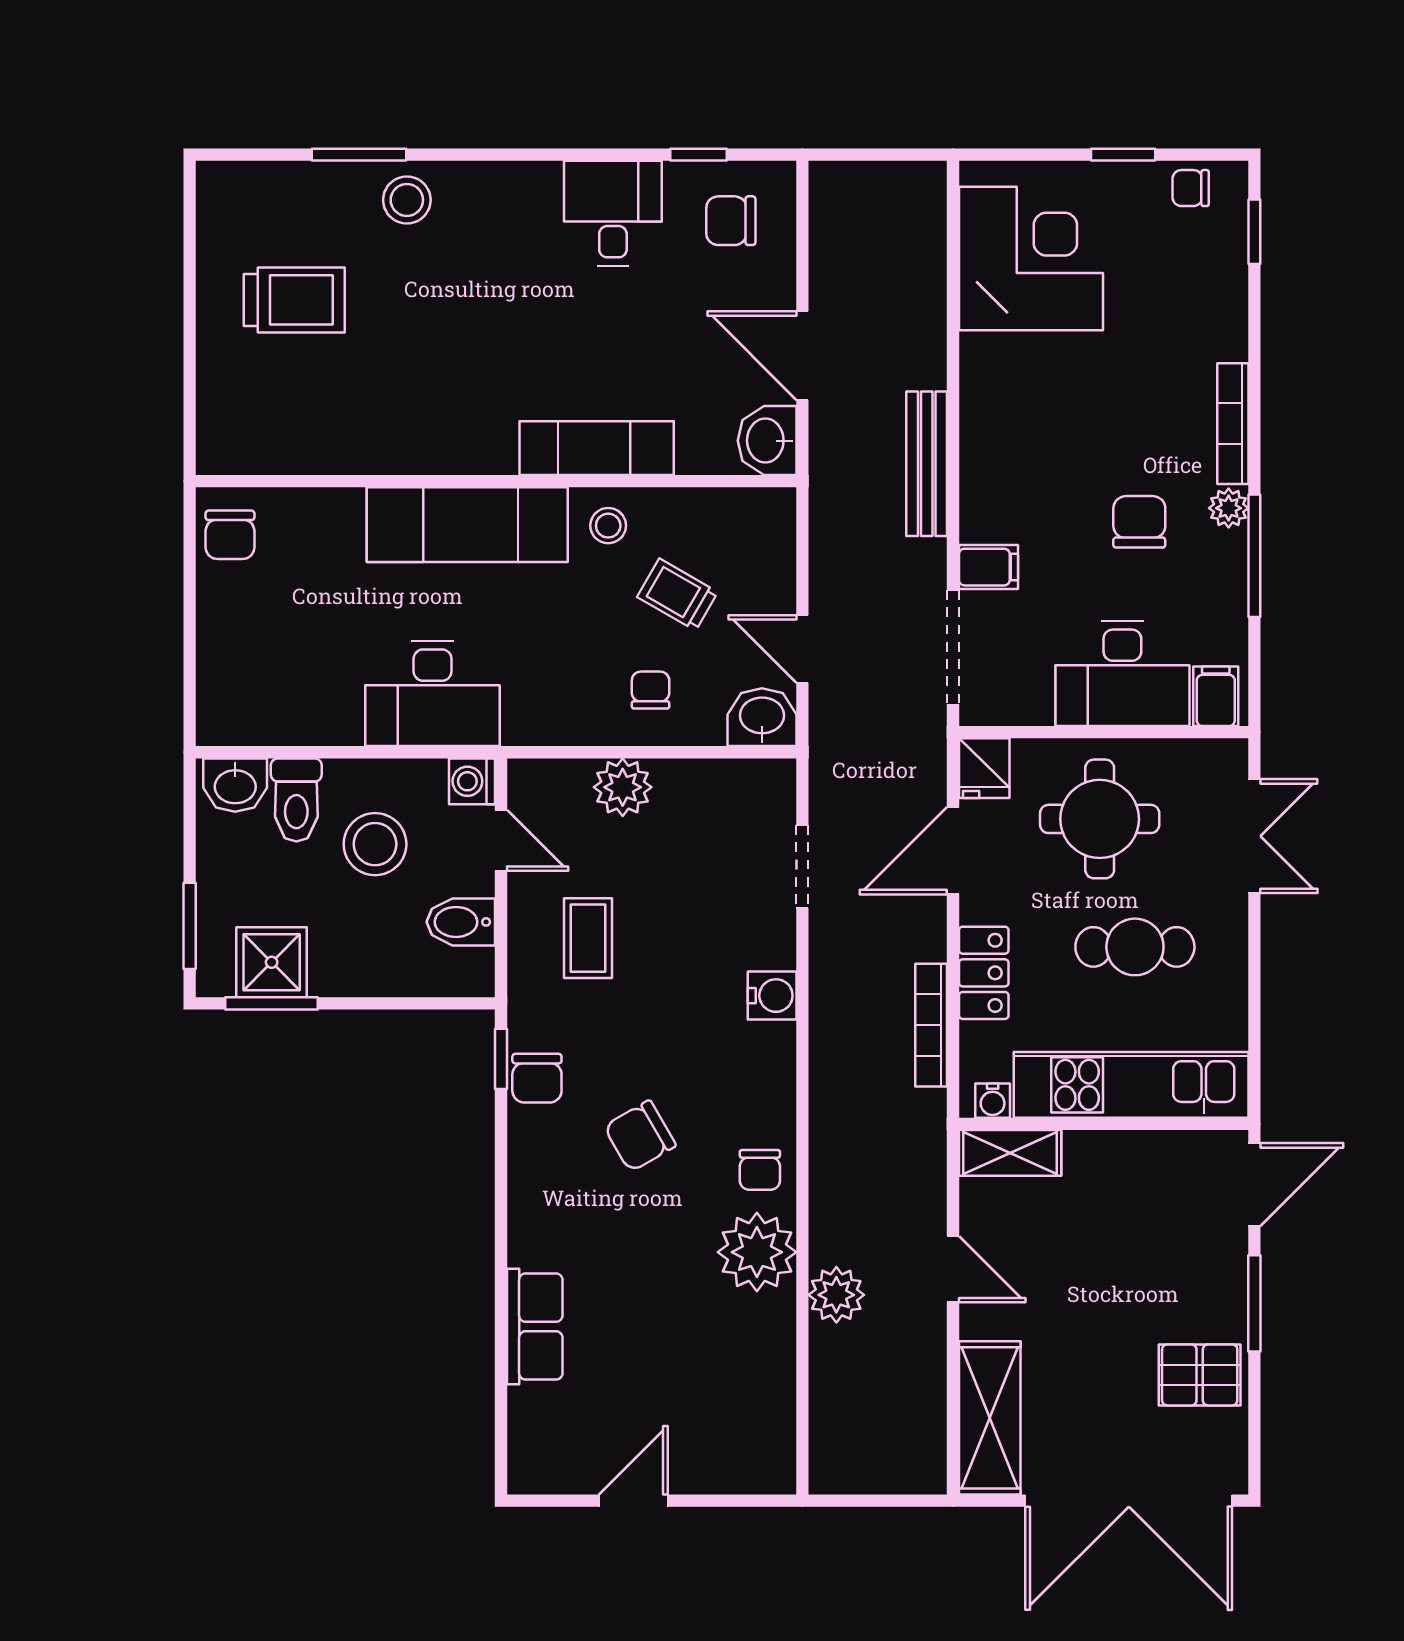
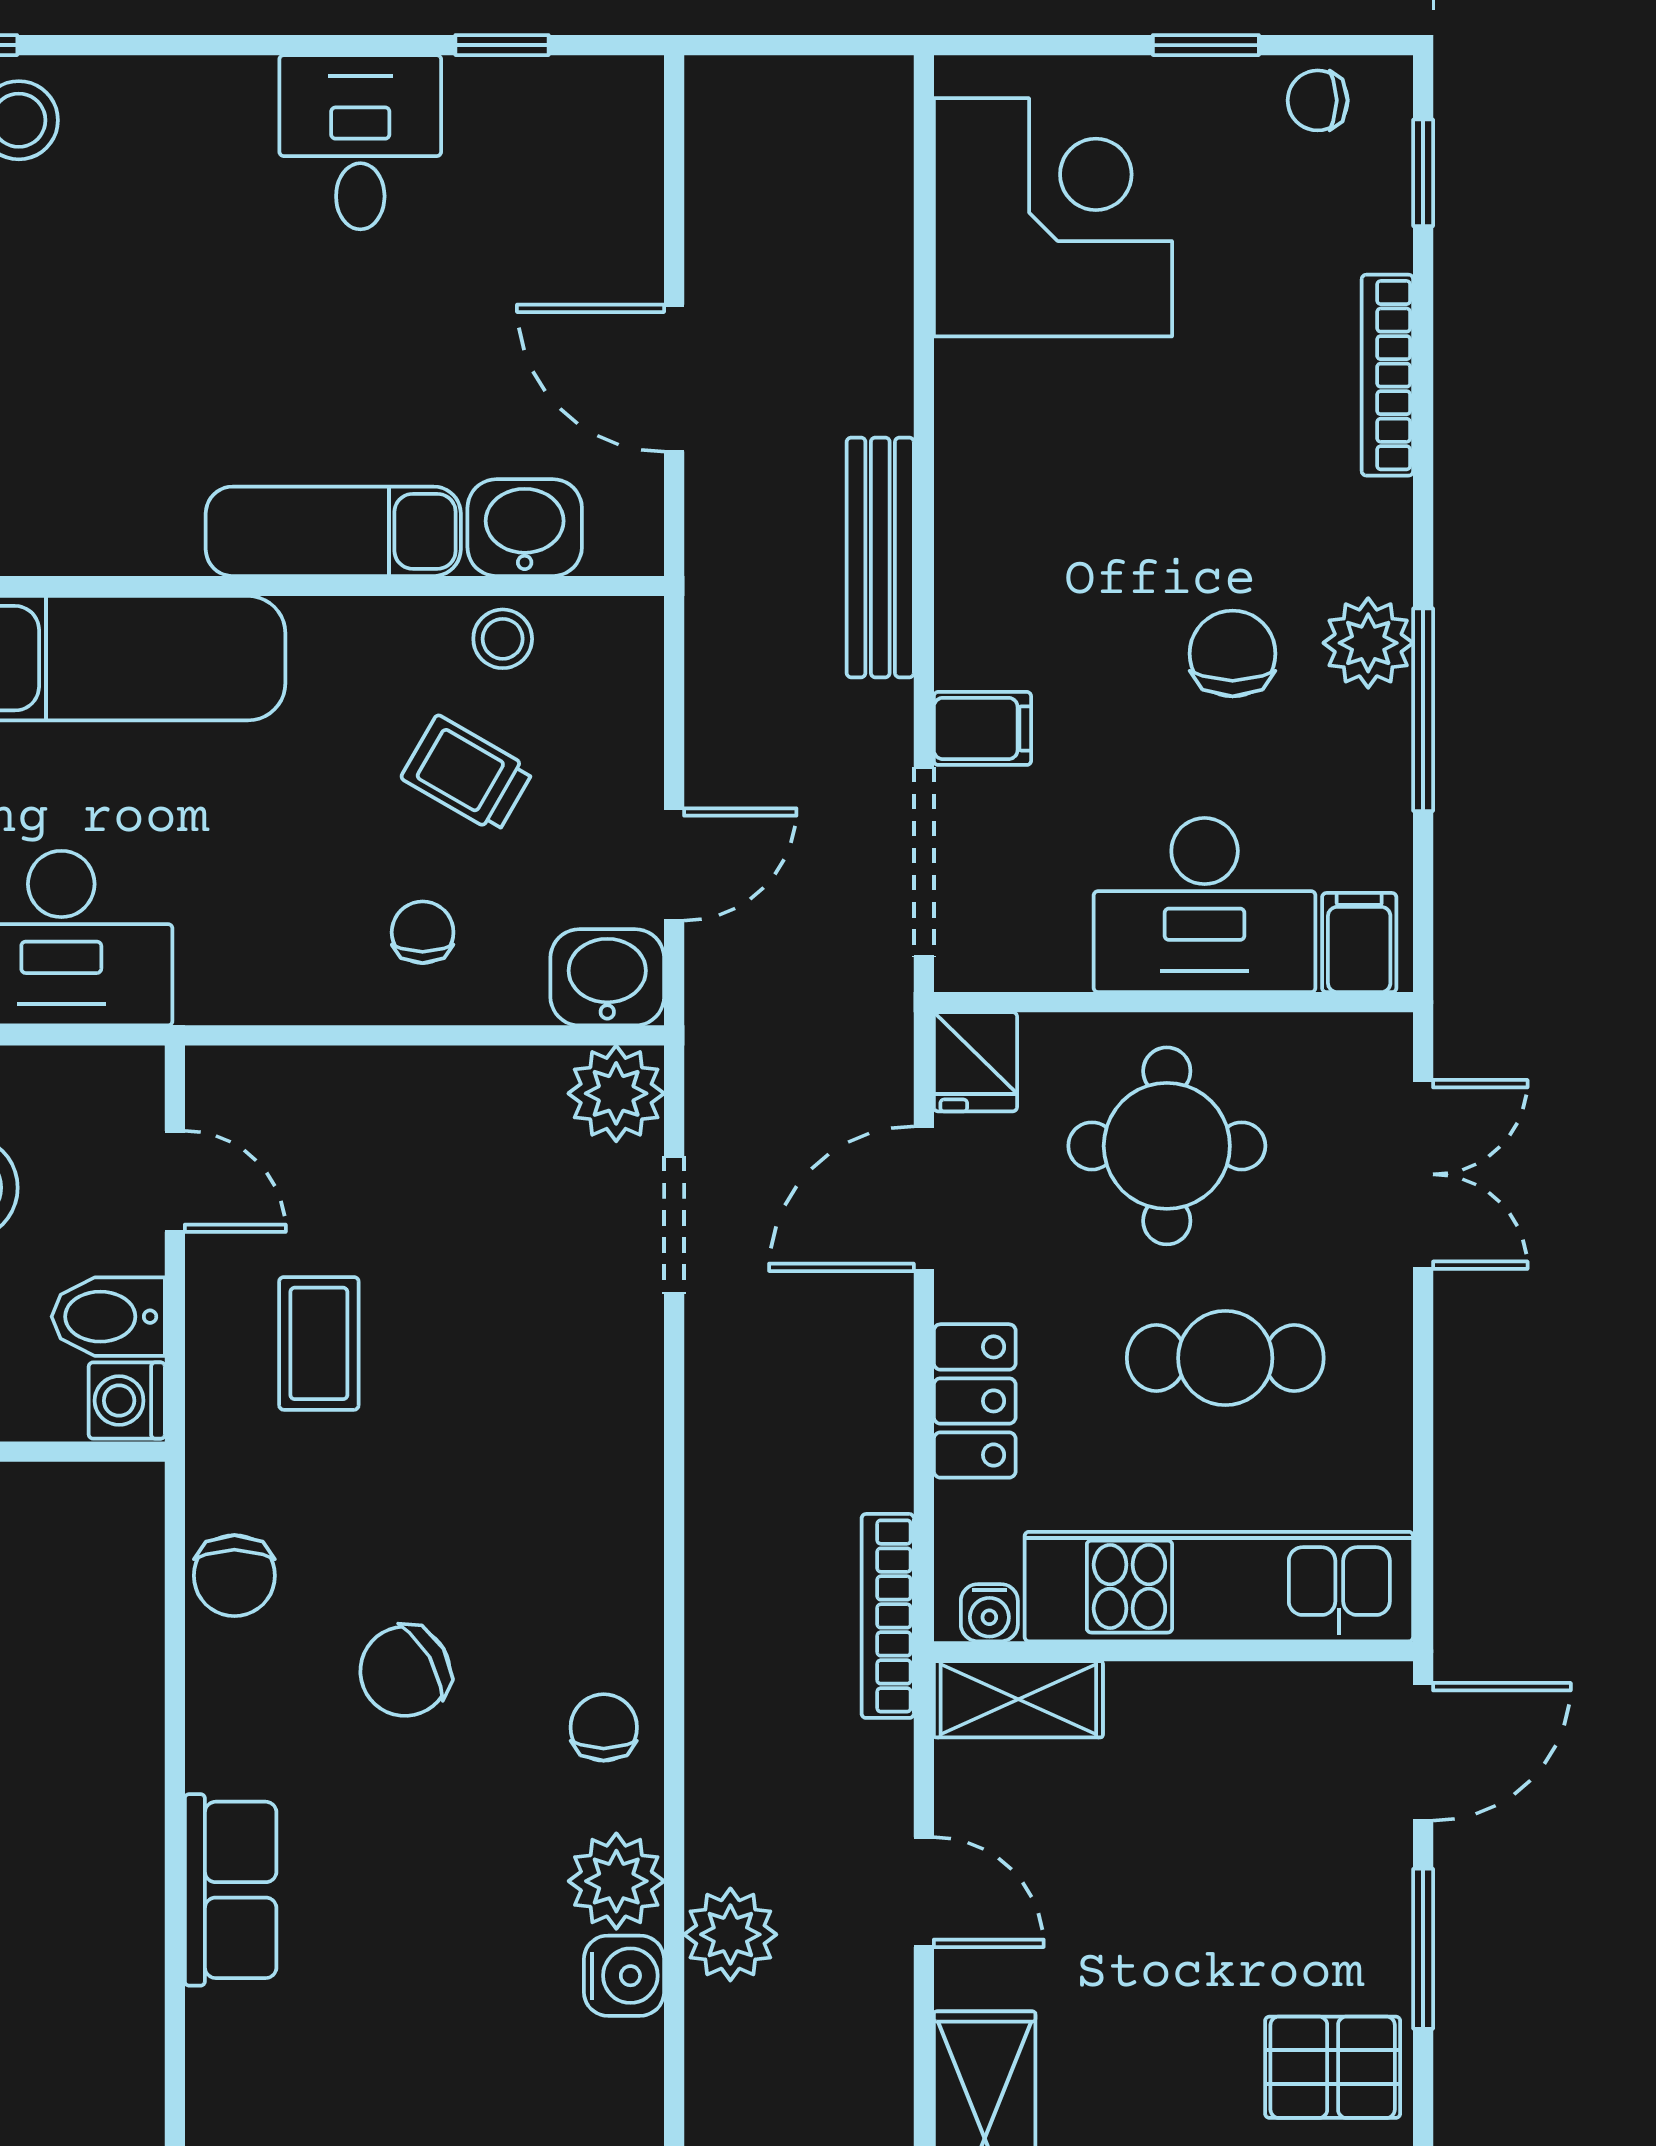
chair: (731, 221) -> (556, 155), removed
bookcase: (1233, 424) -> (1387, 375), moved
washbasin: (767, 441) -> (525, 528), moved, turned 90
plant: (1229, 508) -> (1368, 643), width x1.38, depth x1.38
stool: (608, 526) -> (503, 639), moved
door: (802, 649) -> (674, 864), swing flipped
washing machine: (472, 781) -> (127, 1401), moved
plant: (623, 787) -> (616, 1093), moved
water cooler: (772, 996) -> (624, 1976), moved
bookcase: (931, 1025) -> (888, 1616), moved
window: (501, 1059) -> (175, 1544), removed
chair: (760, 1170) -> (604, 1727), turned 180
plant: (757, 1252) -> (616, 1881), width x0.73, depth x0.73
row of seats: (535, 1327) -> (231, 1890), moved

